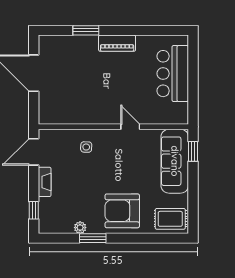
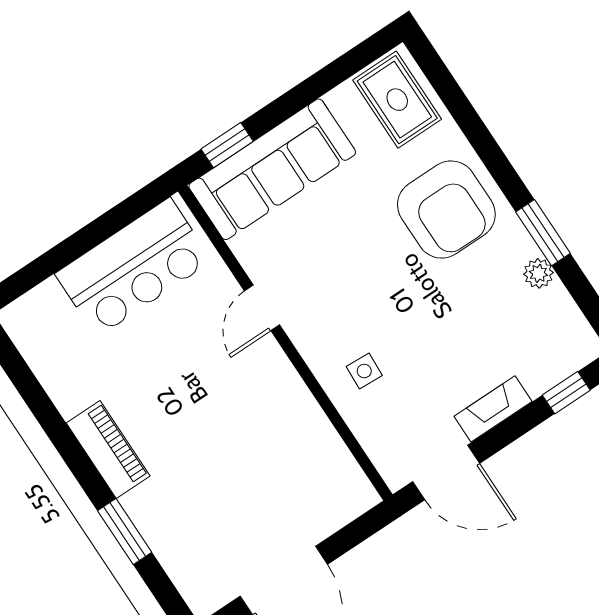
bar counter: (173, 74) -> (134, 267), moved

